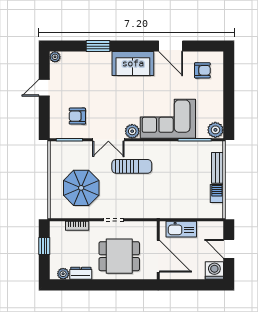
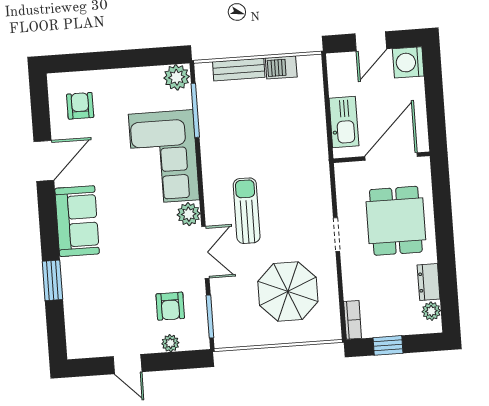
plant: (55, 57) -> (170, 343), moved
bookcase: (77, 226) -> (353, 320), moved

